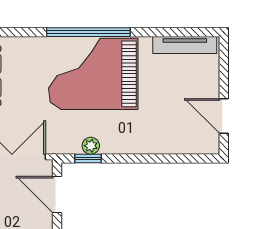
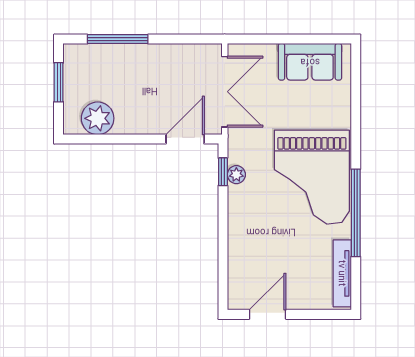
window: (88, 32) -> (356, 213), moved
grand piano: (93, 74) -> (312, 177), turned 180

